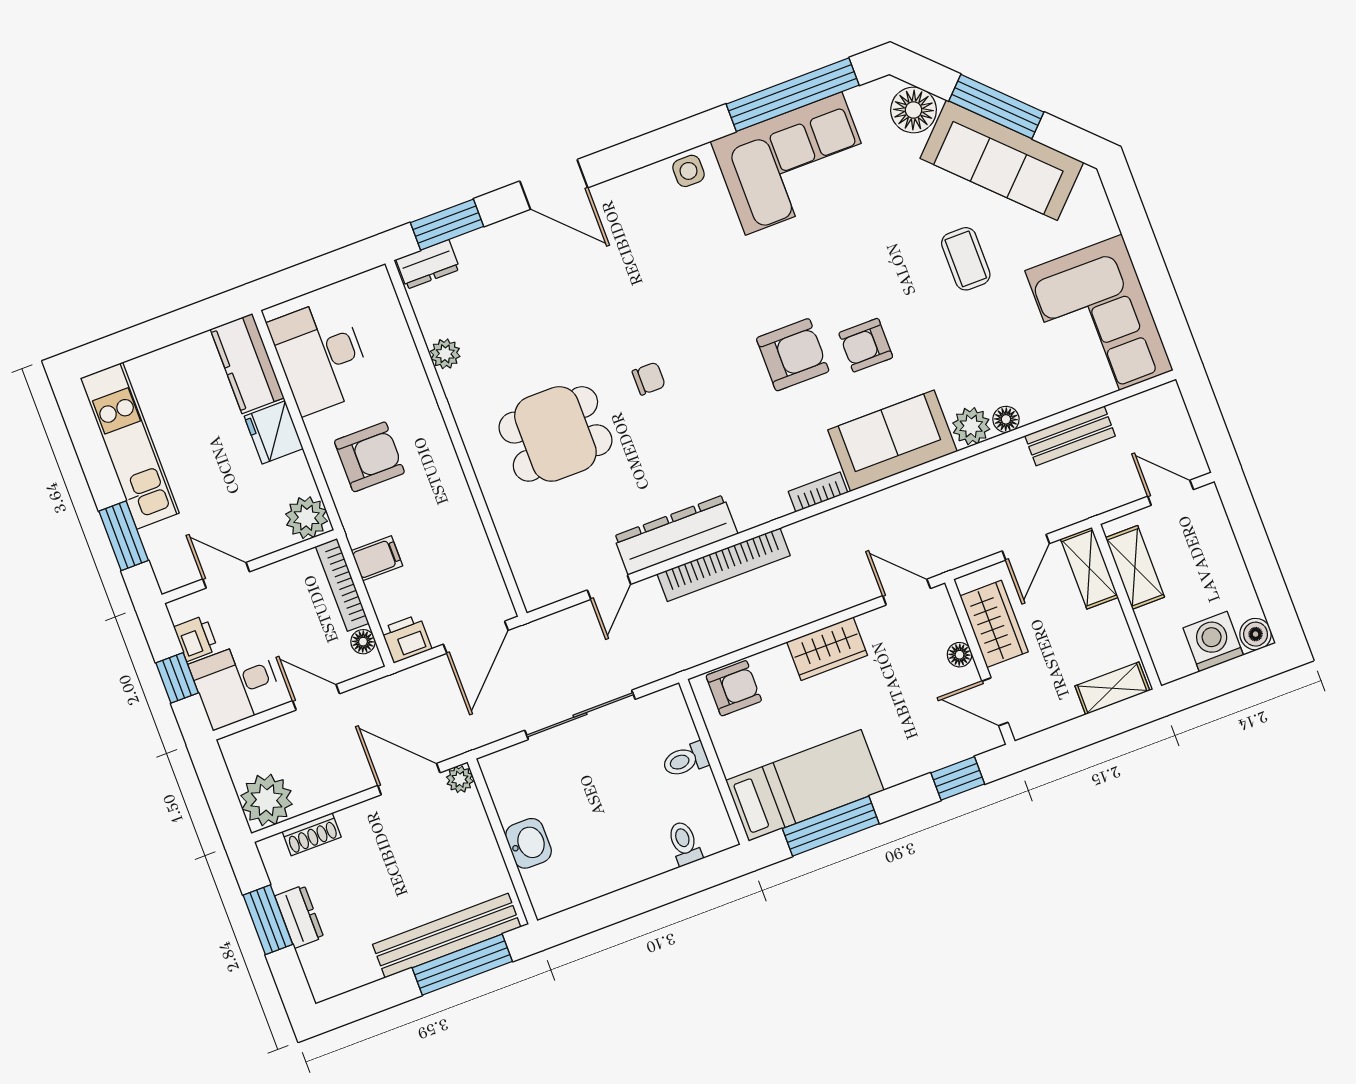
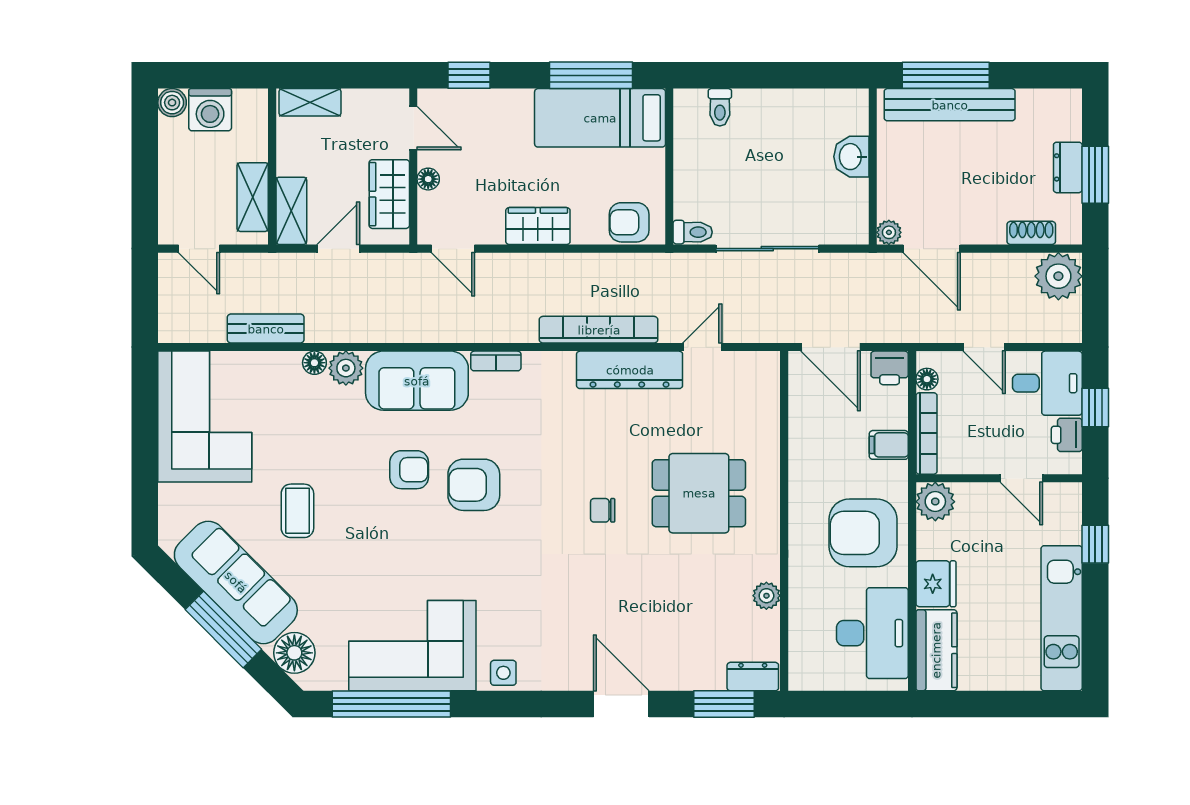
armchair: (369, 457) -> (863, 533), width x1.36, depth x1.36
window: (124, 536) -> (1095, 544), width x0.67
door: (476, 637) -> (830, 347), swing flipped
toilet: (685, 760) -> (693, 232), moved

